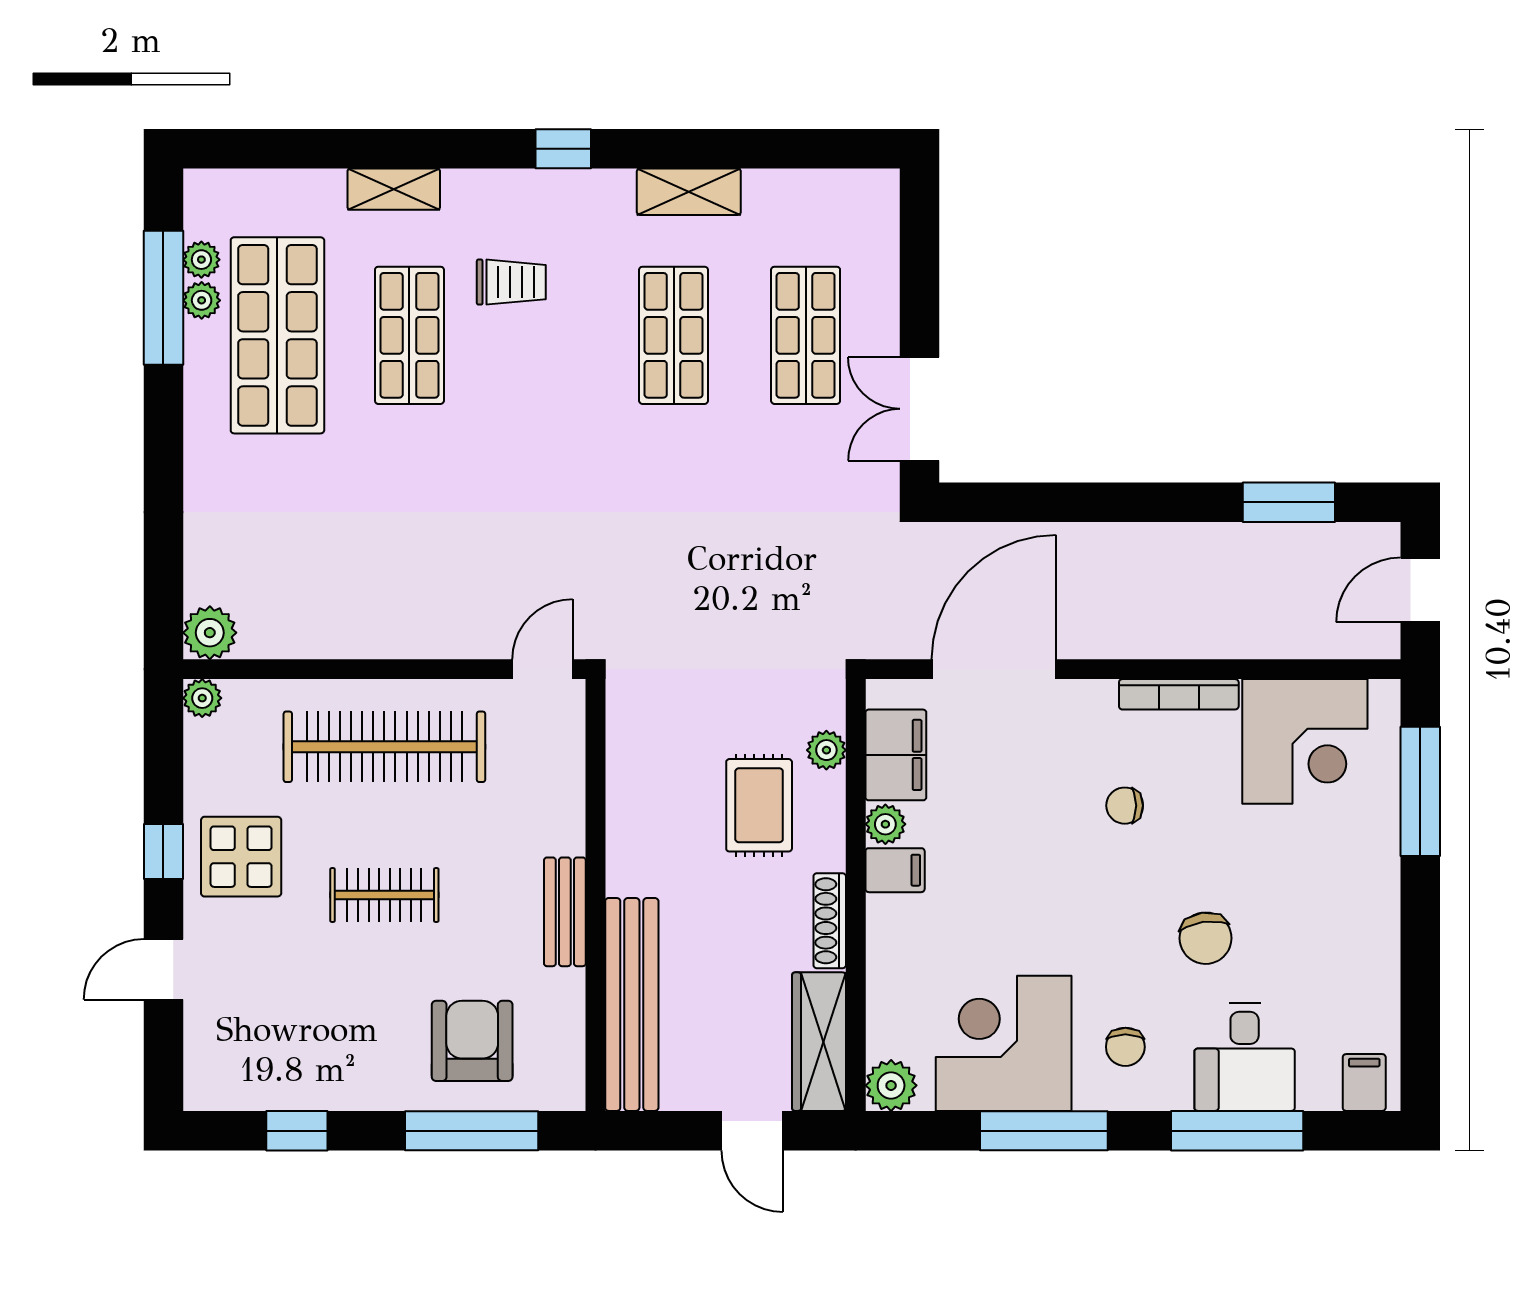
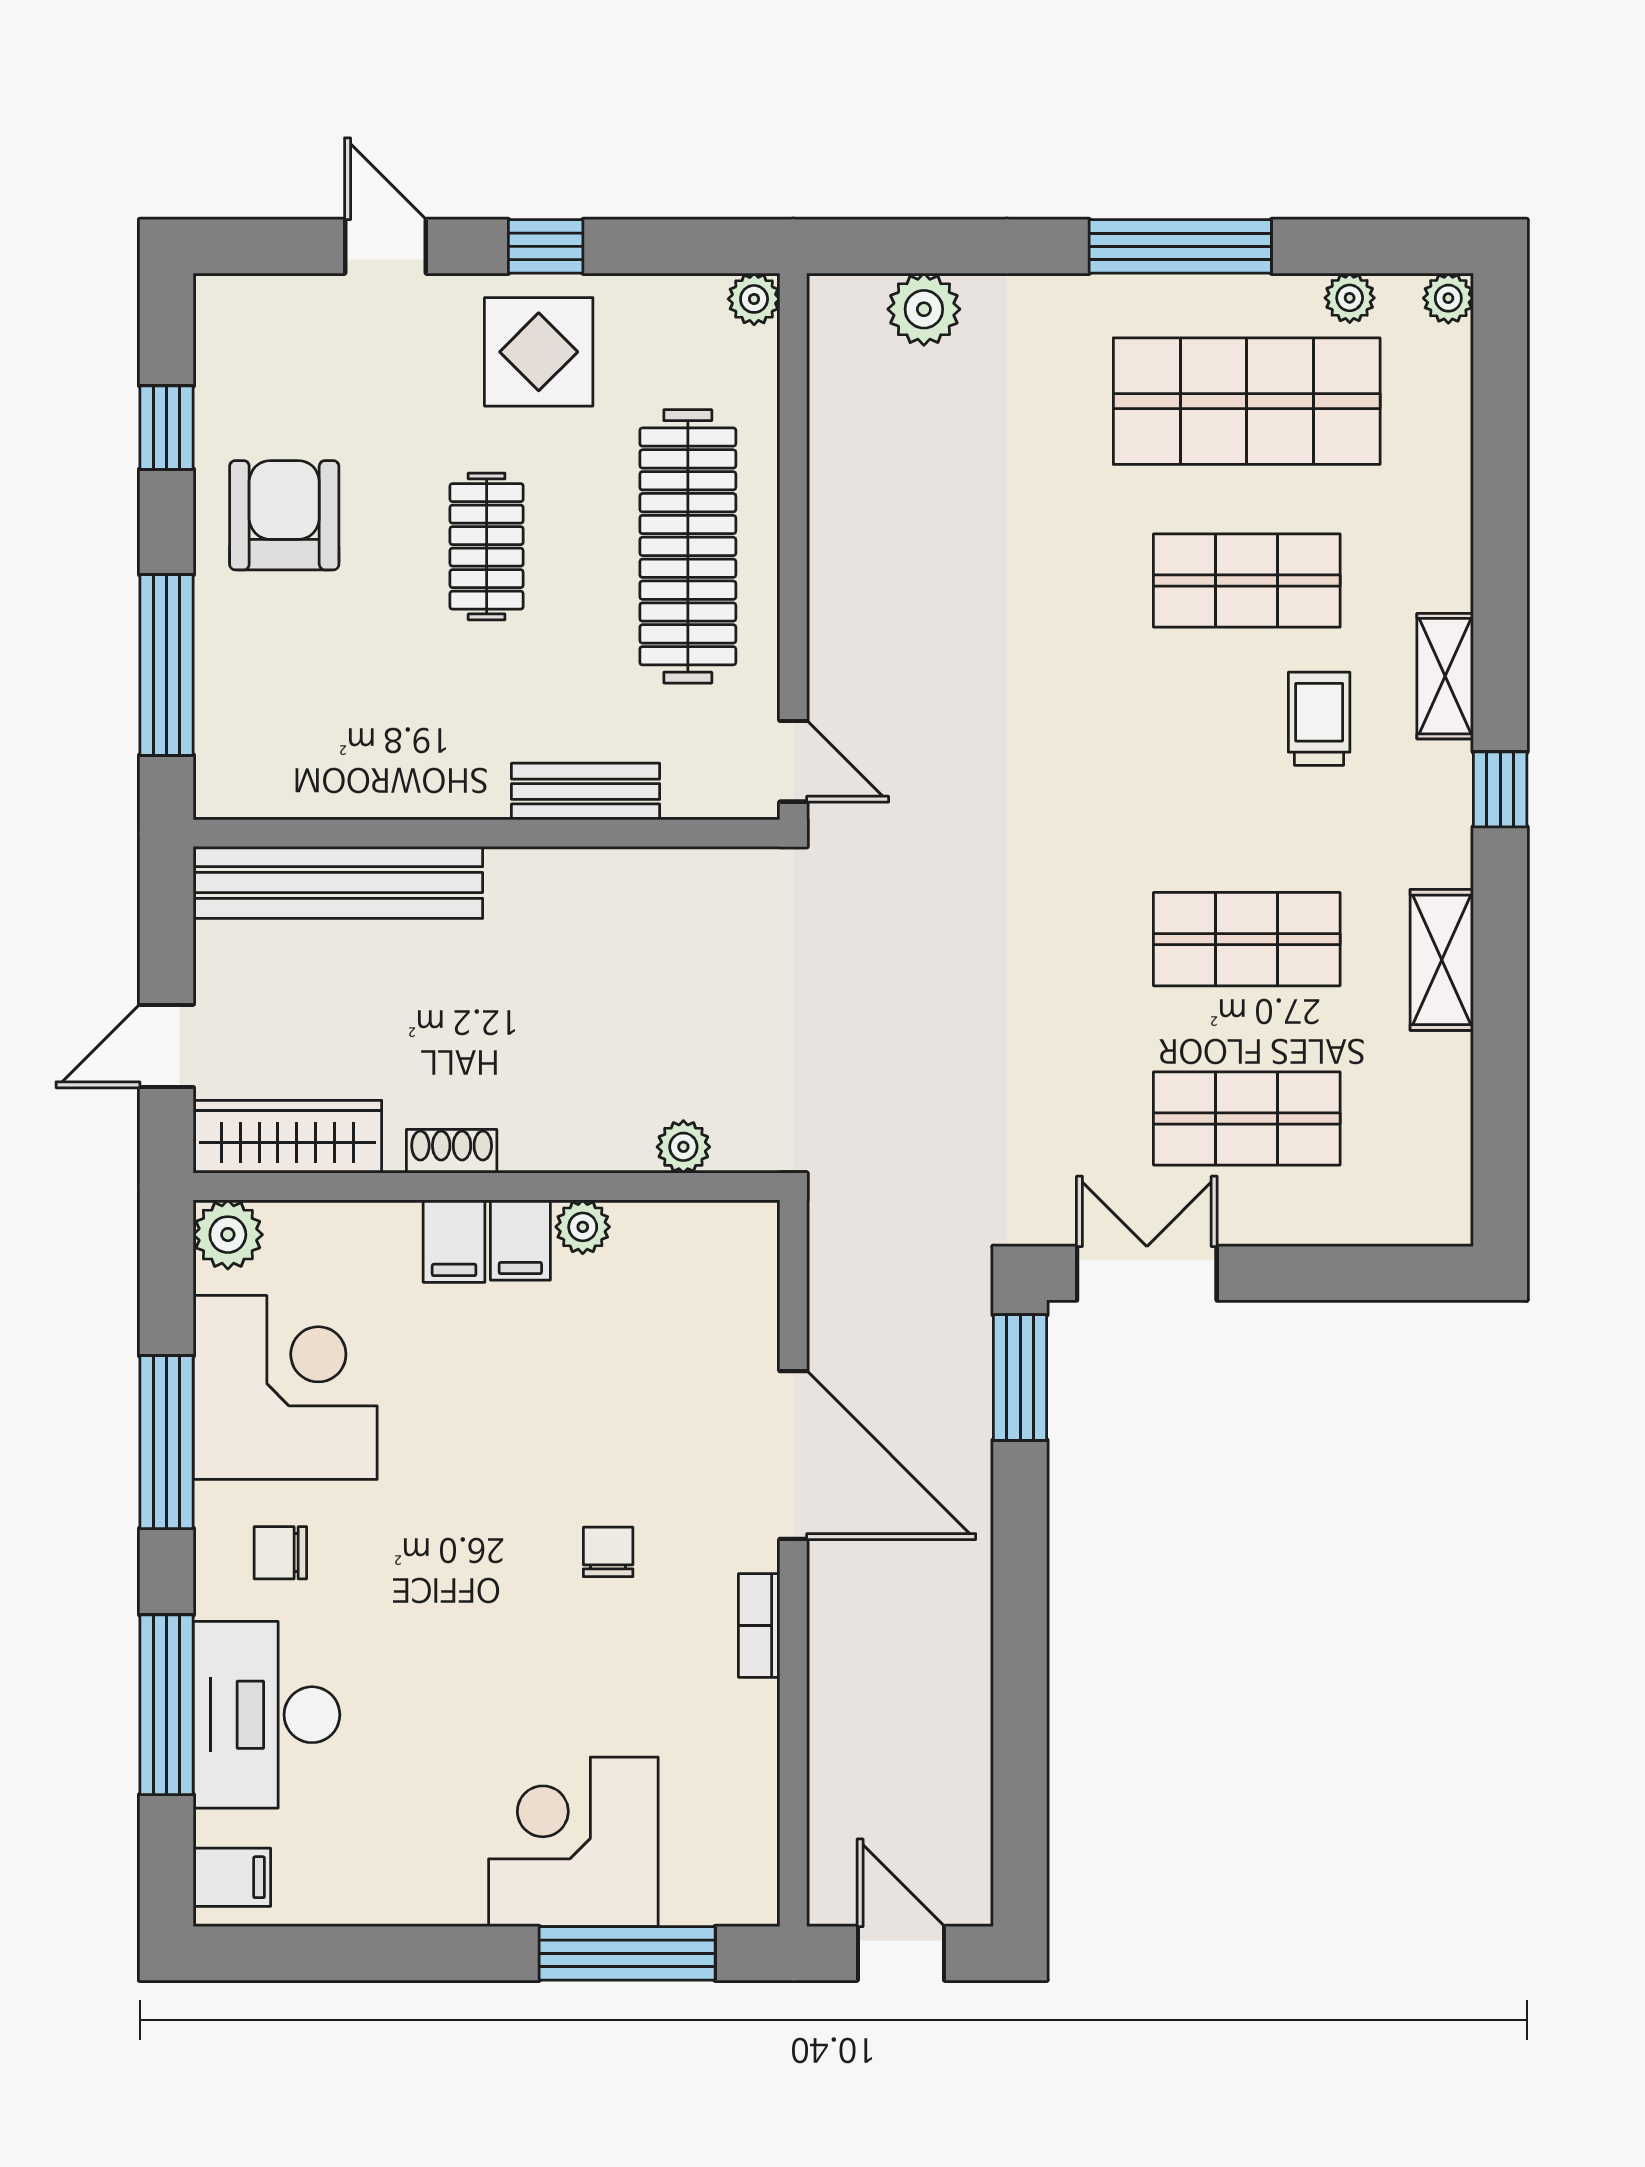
shelving: (394, 189) -> (1445, 676), moved
trolley: (511, 282) -> (1319, 719), turned 180
window: (163, 298) -> (1180, 246), moved
plant: (202, 300) -> (1448, 298), moved
window: (1289, 502) -> (1020, 1378), moved
plant: (210, 633) -> (924, 309), moved
door: (994, 669) -> (793, 1455), moved
bookcase: (1179, 694) -> (759, 1625), width x0.64
corner desk: (1305, 741) -> (573, 1842), moved, turned 90
filing cabinet: (896, 755) -> (454, 1241), moved, width x0.50
rug: (759, 805) -> (608, 1055), removed
bench: (565, 912) -> (586, 792), moved
shoe rack: (830, 921) -> (452, 1151), width x0.70
chair: (1206, 938) -> (428, 1662), removed
armchair: (472, 1041) -> (284, 515), moved, turned -90
desk: (1245, 1057) -> (267, 1715), width x1.37

